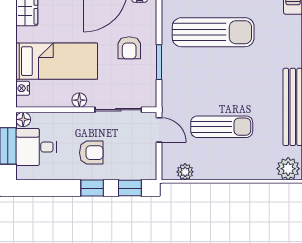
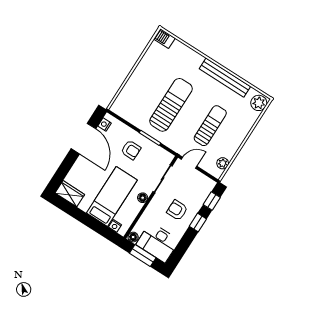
sun lounger: (213, 32) -> (171, 105), moved
desk: (36, 147) -> (158, 242), width x1.37
armchair: (91, 153) -> (177, 210), turned -90

